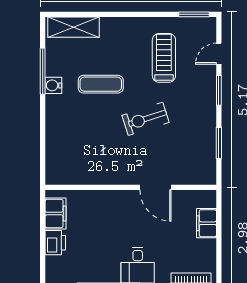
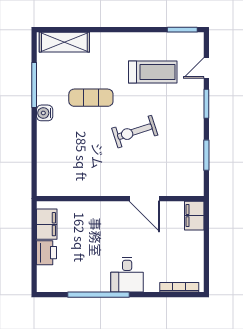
treadmill: (164, 58) -> (153, 72), turned 90
water cooler: (53, 85) -> (45, 113), moved
filing cabinet: (206, 223) -> (194, 216), moved

